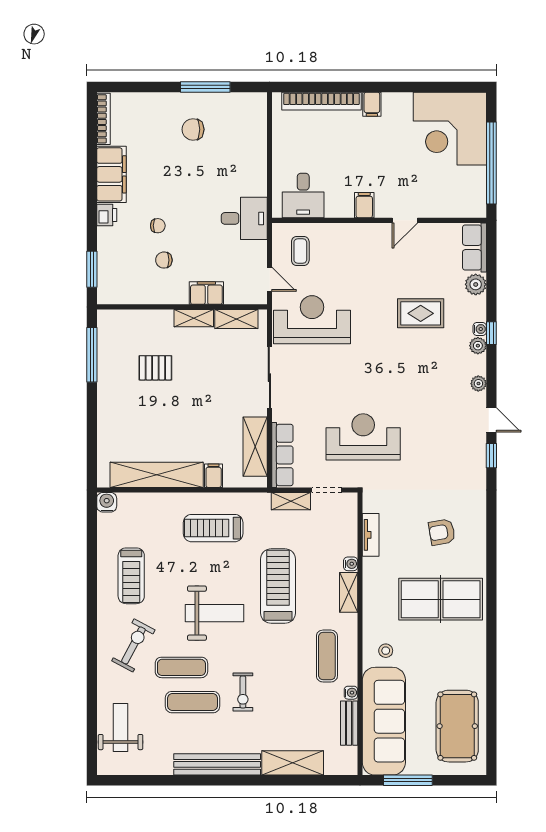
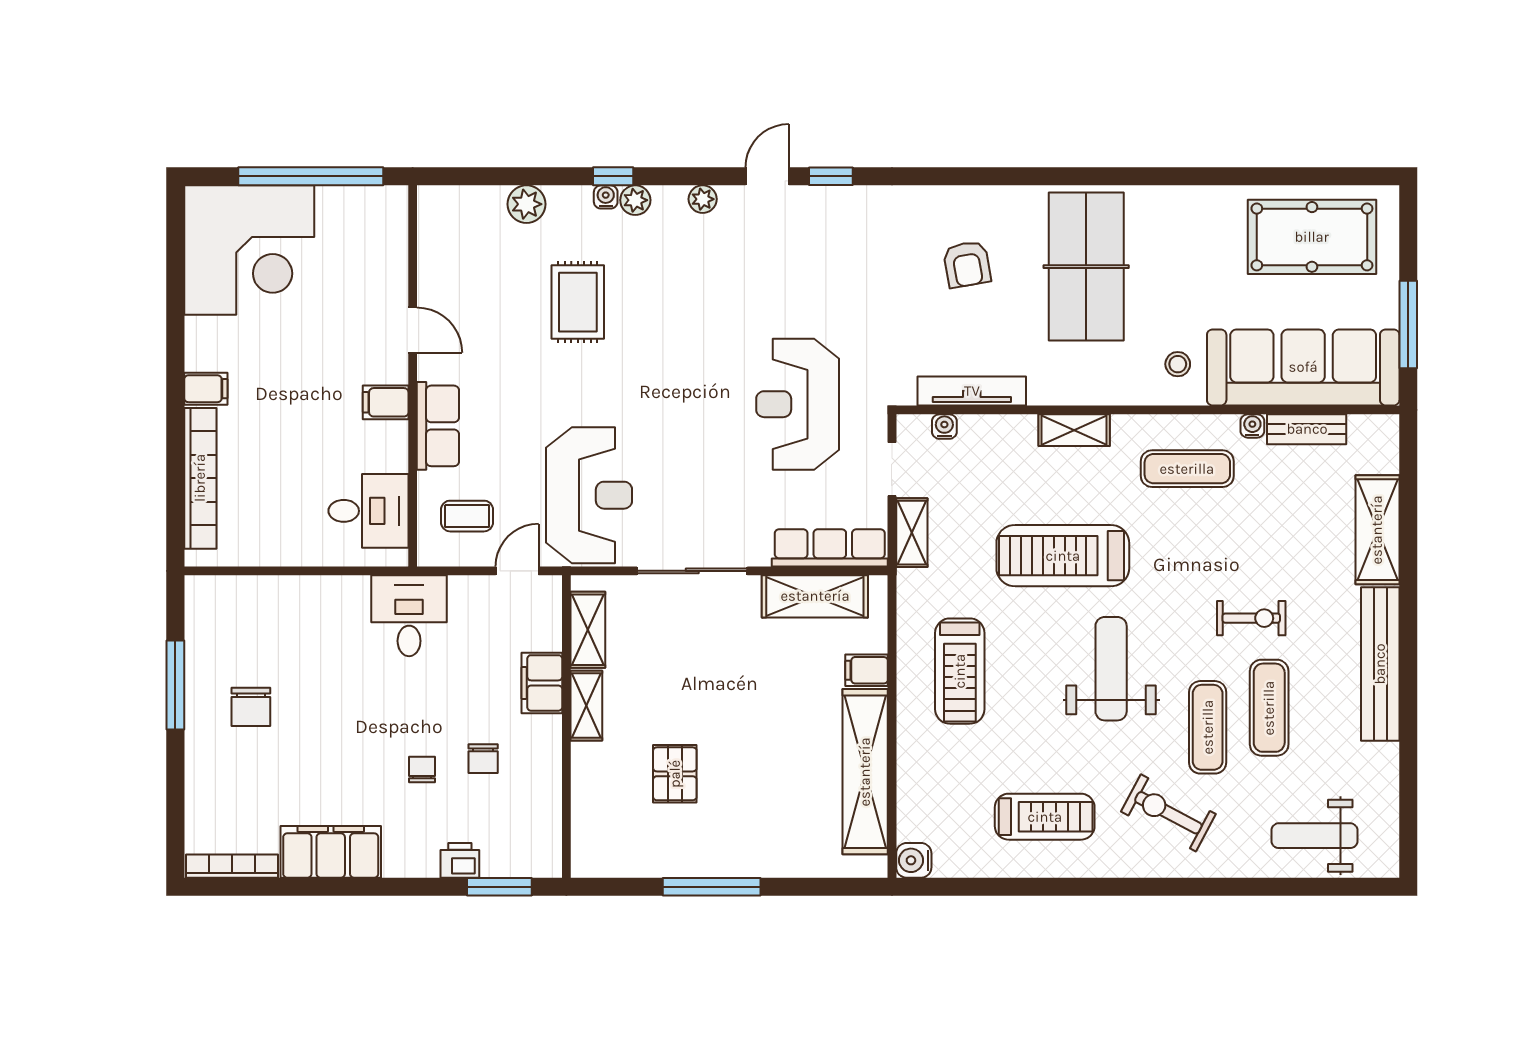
printer: (107, 215) -> (460, 860), moved
row of seats: (474, 248) -> (438, 426), moved, turned -90
reception desk: (312, 320) -> (589, 495), turned 180
window: (92, 355) -> (712, 887), moved
tv unit: (371, 535) -> (972, 391), width x1.41
water cooler: (351, 564) -> (944, 427), moved

